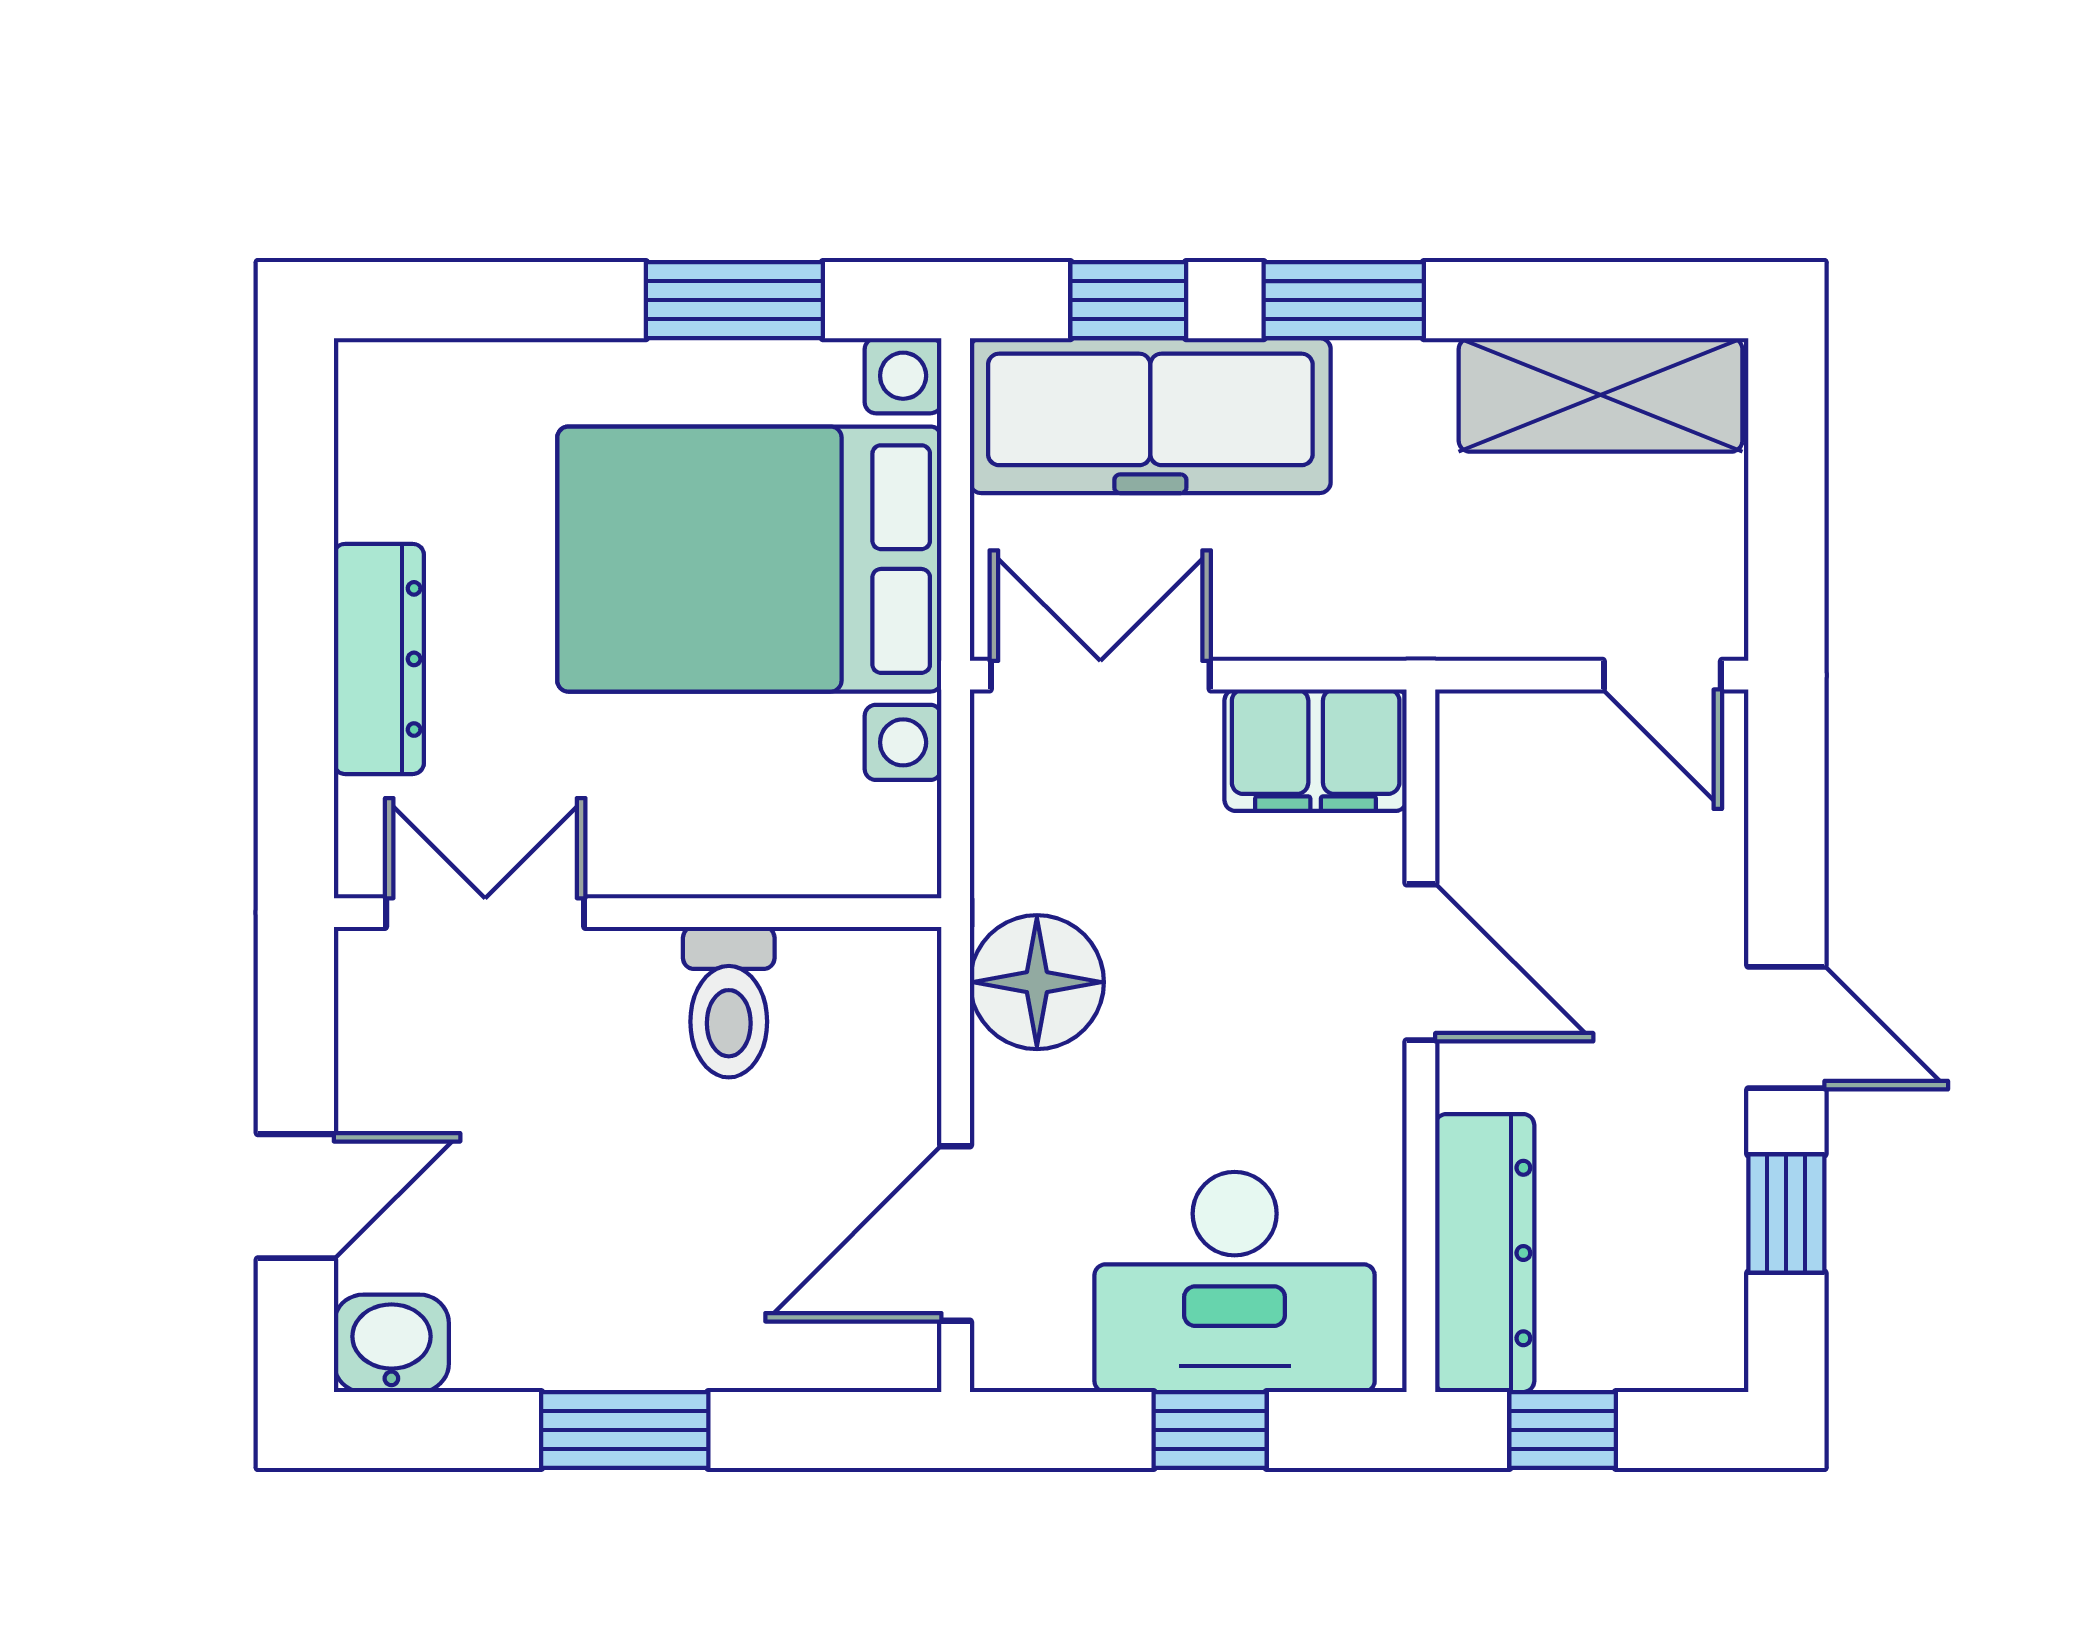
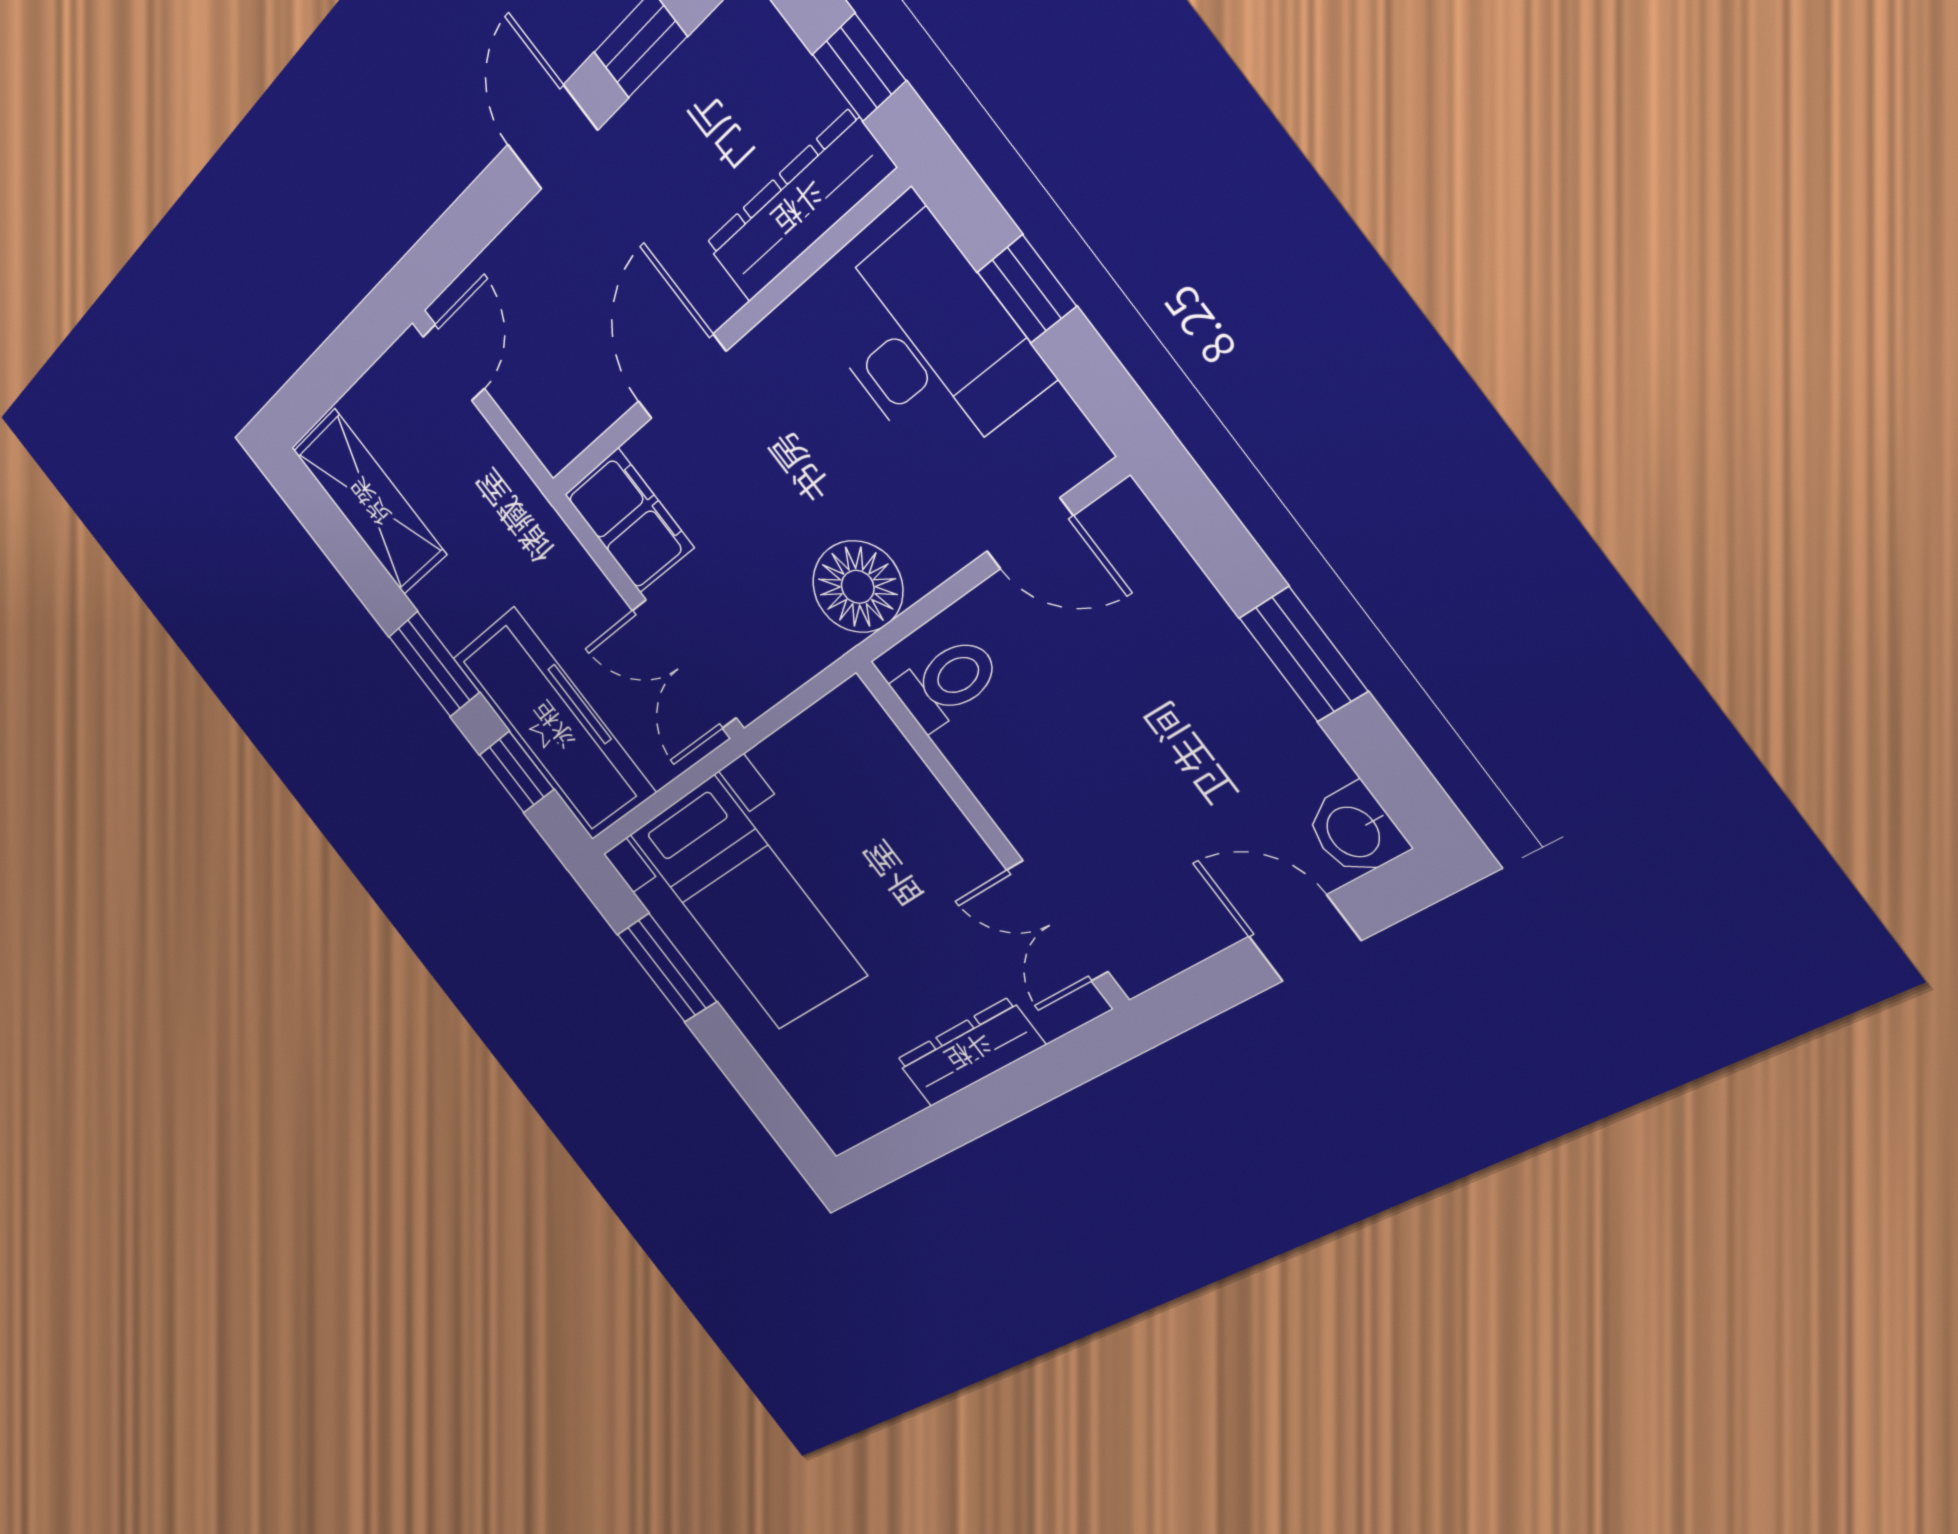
bed with nightstands: (749, 559) -> (747, 904), width x0.73
toilet: (729, 1002) -> (947, 683), moved
door: (956, 1233) -> (1030, 534), width x0.73

